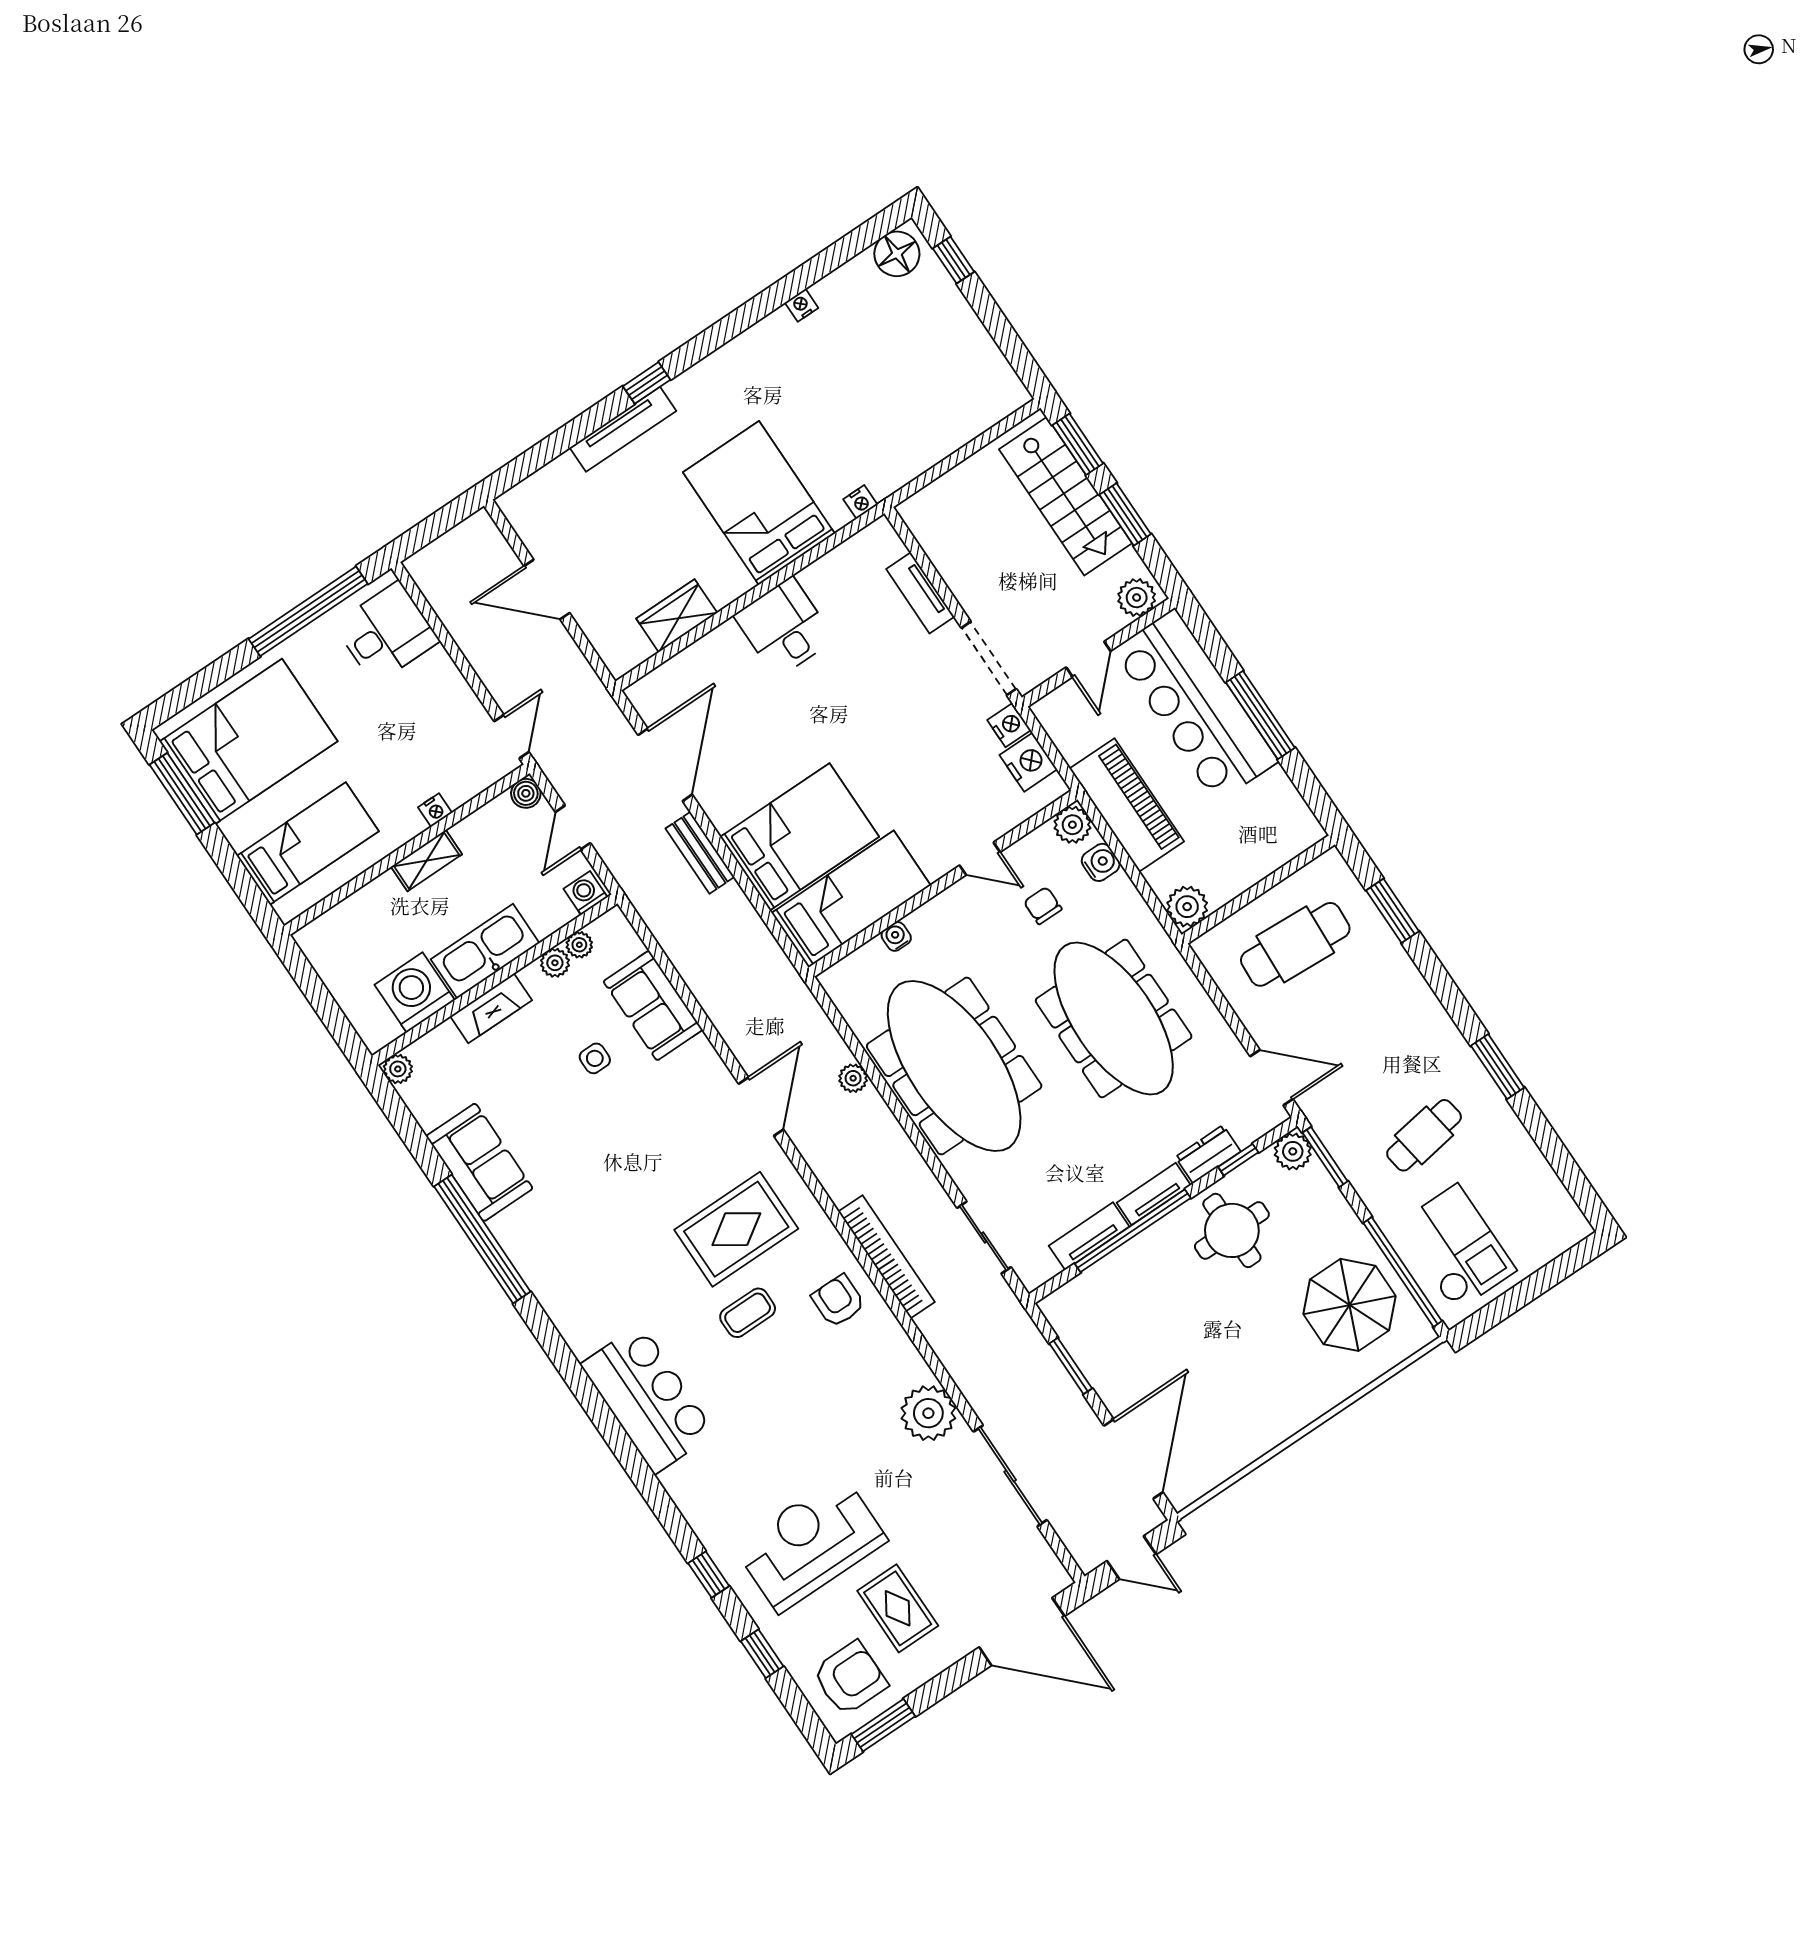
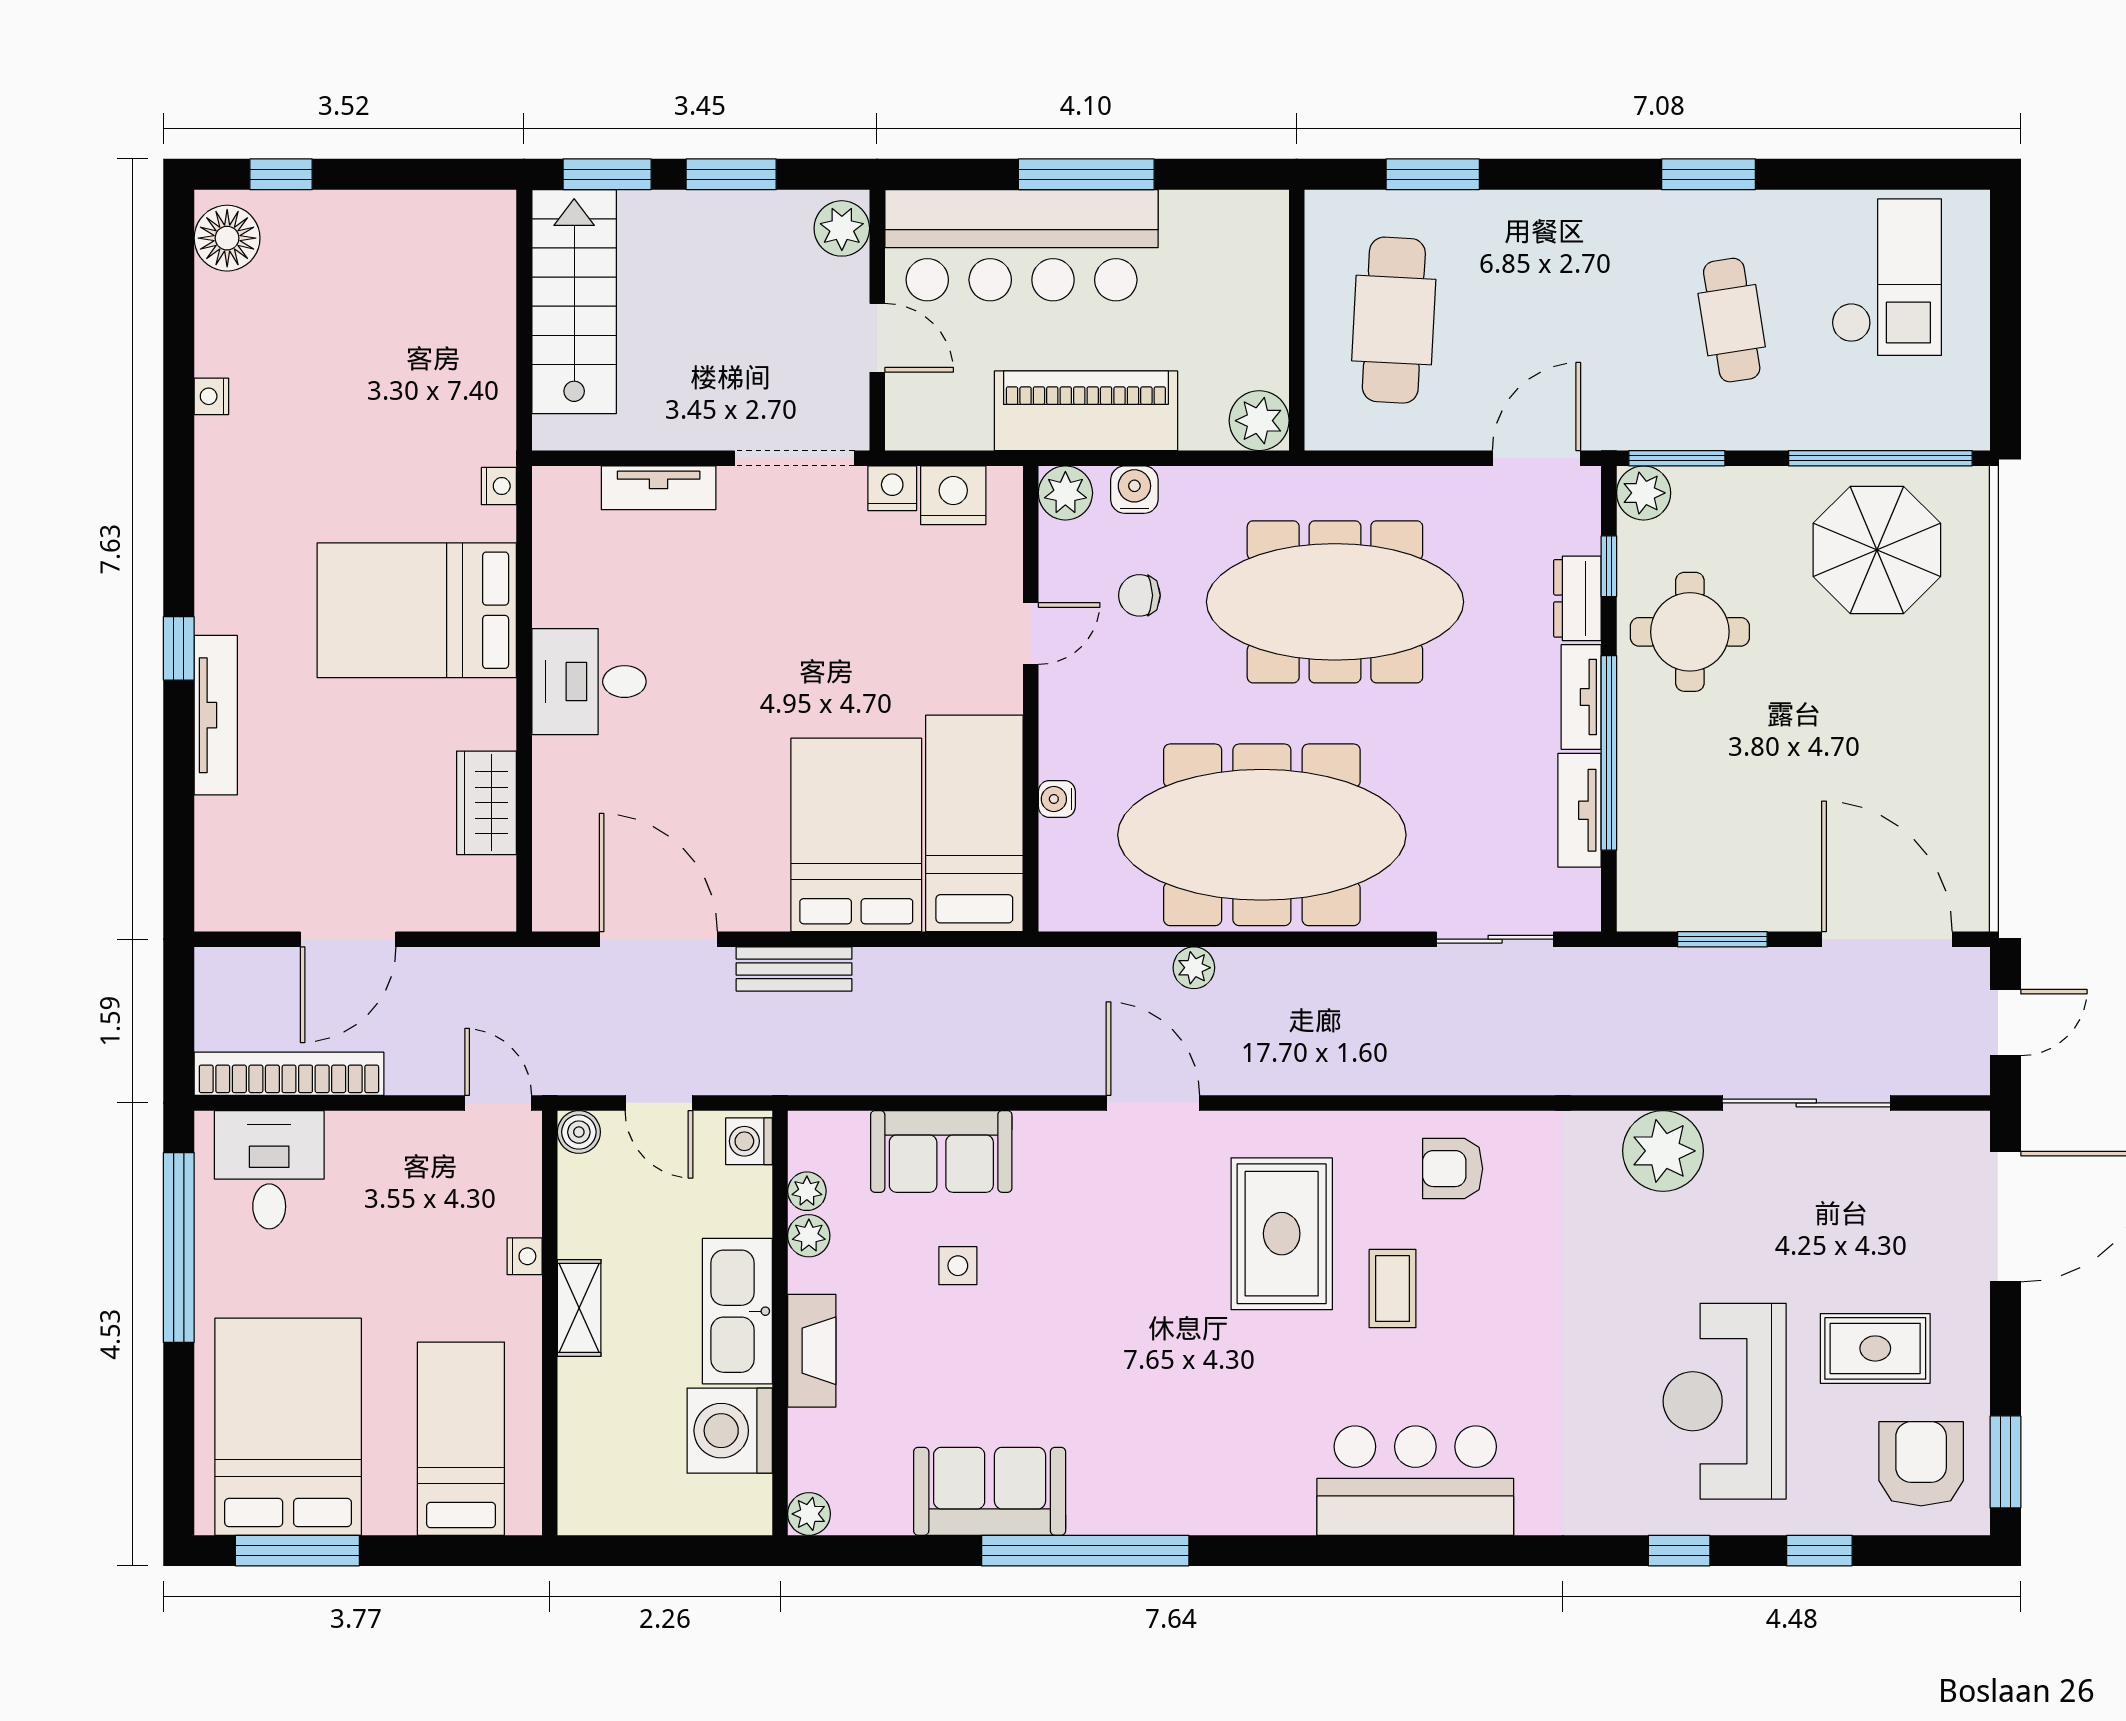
stairs: (1065, 496) -> (574, 302), moved, turned -90
checkout: (1456, 1247) -> (1886, 277), moved, turned 90
bookcase: (886, 1257) -> (289, 1074), moved

